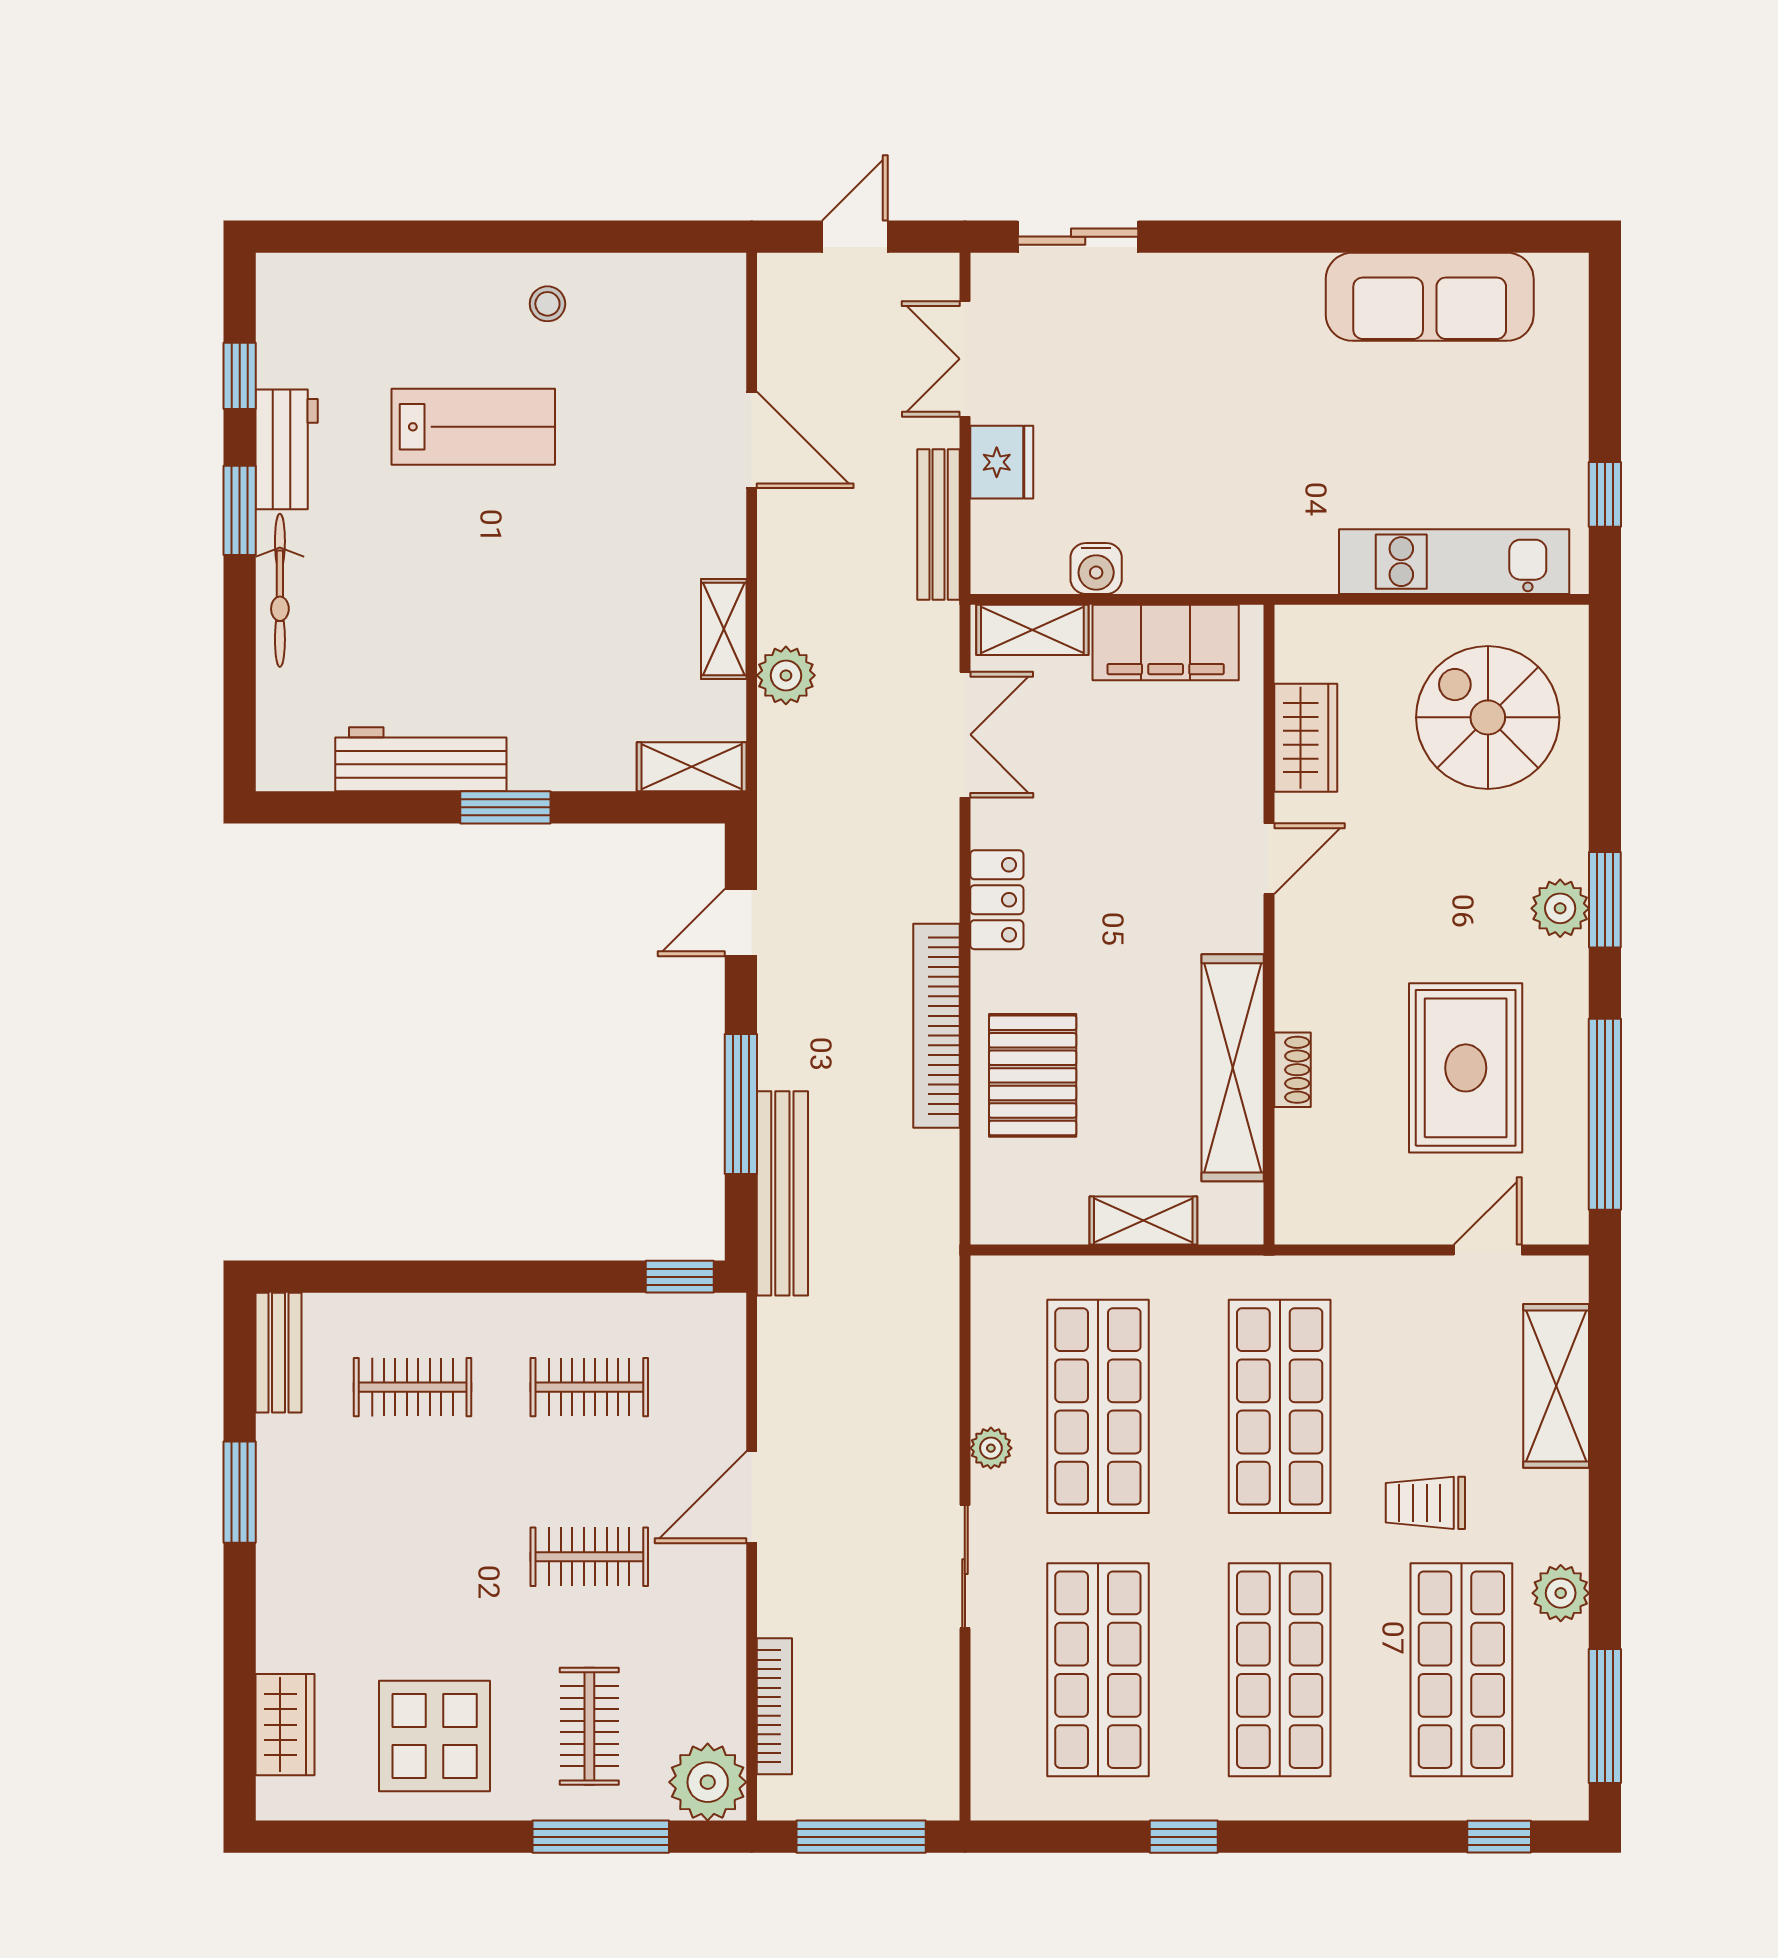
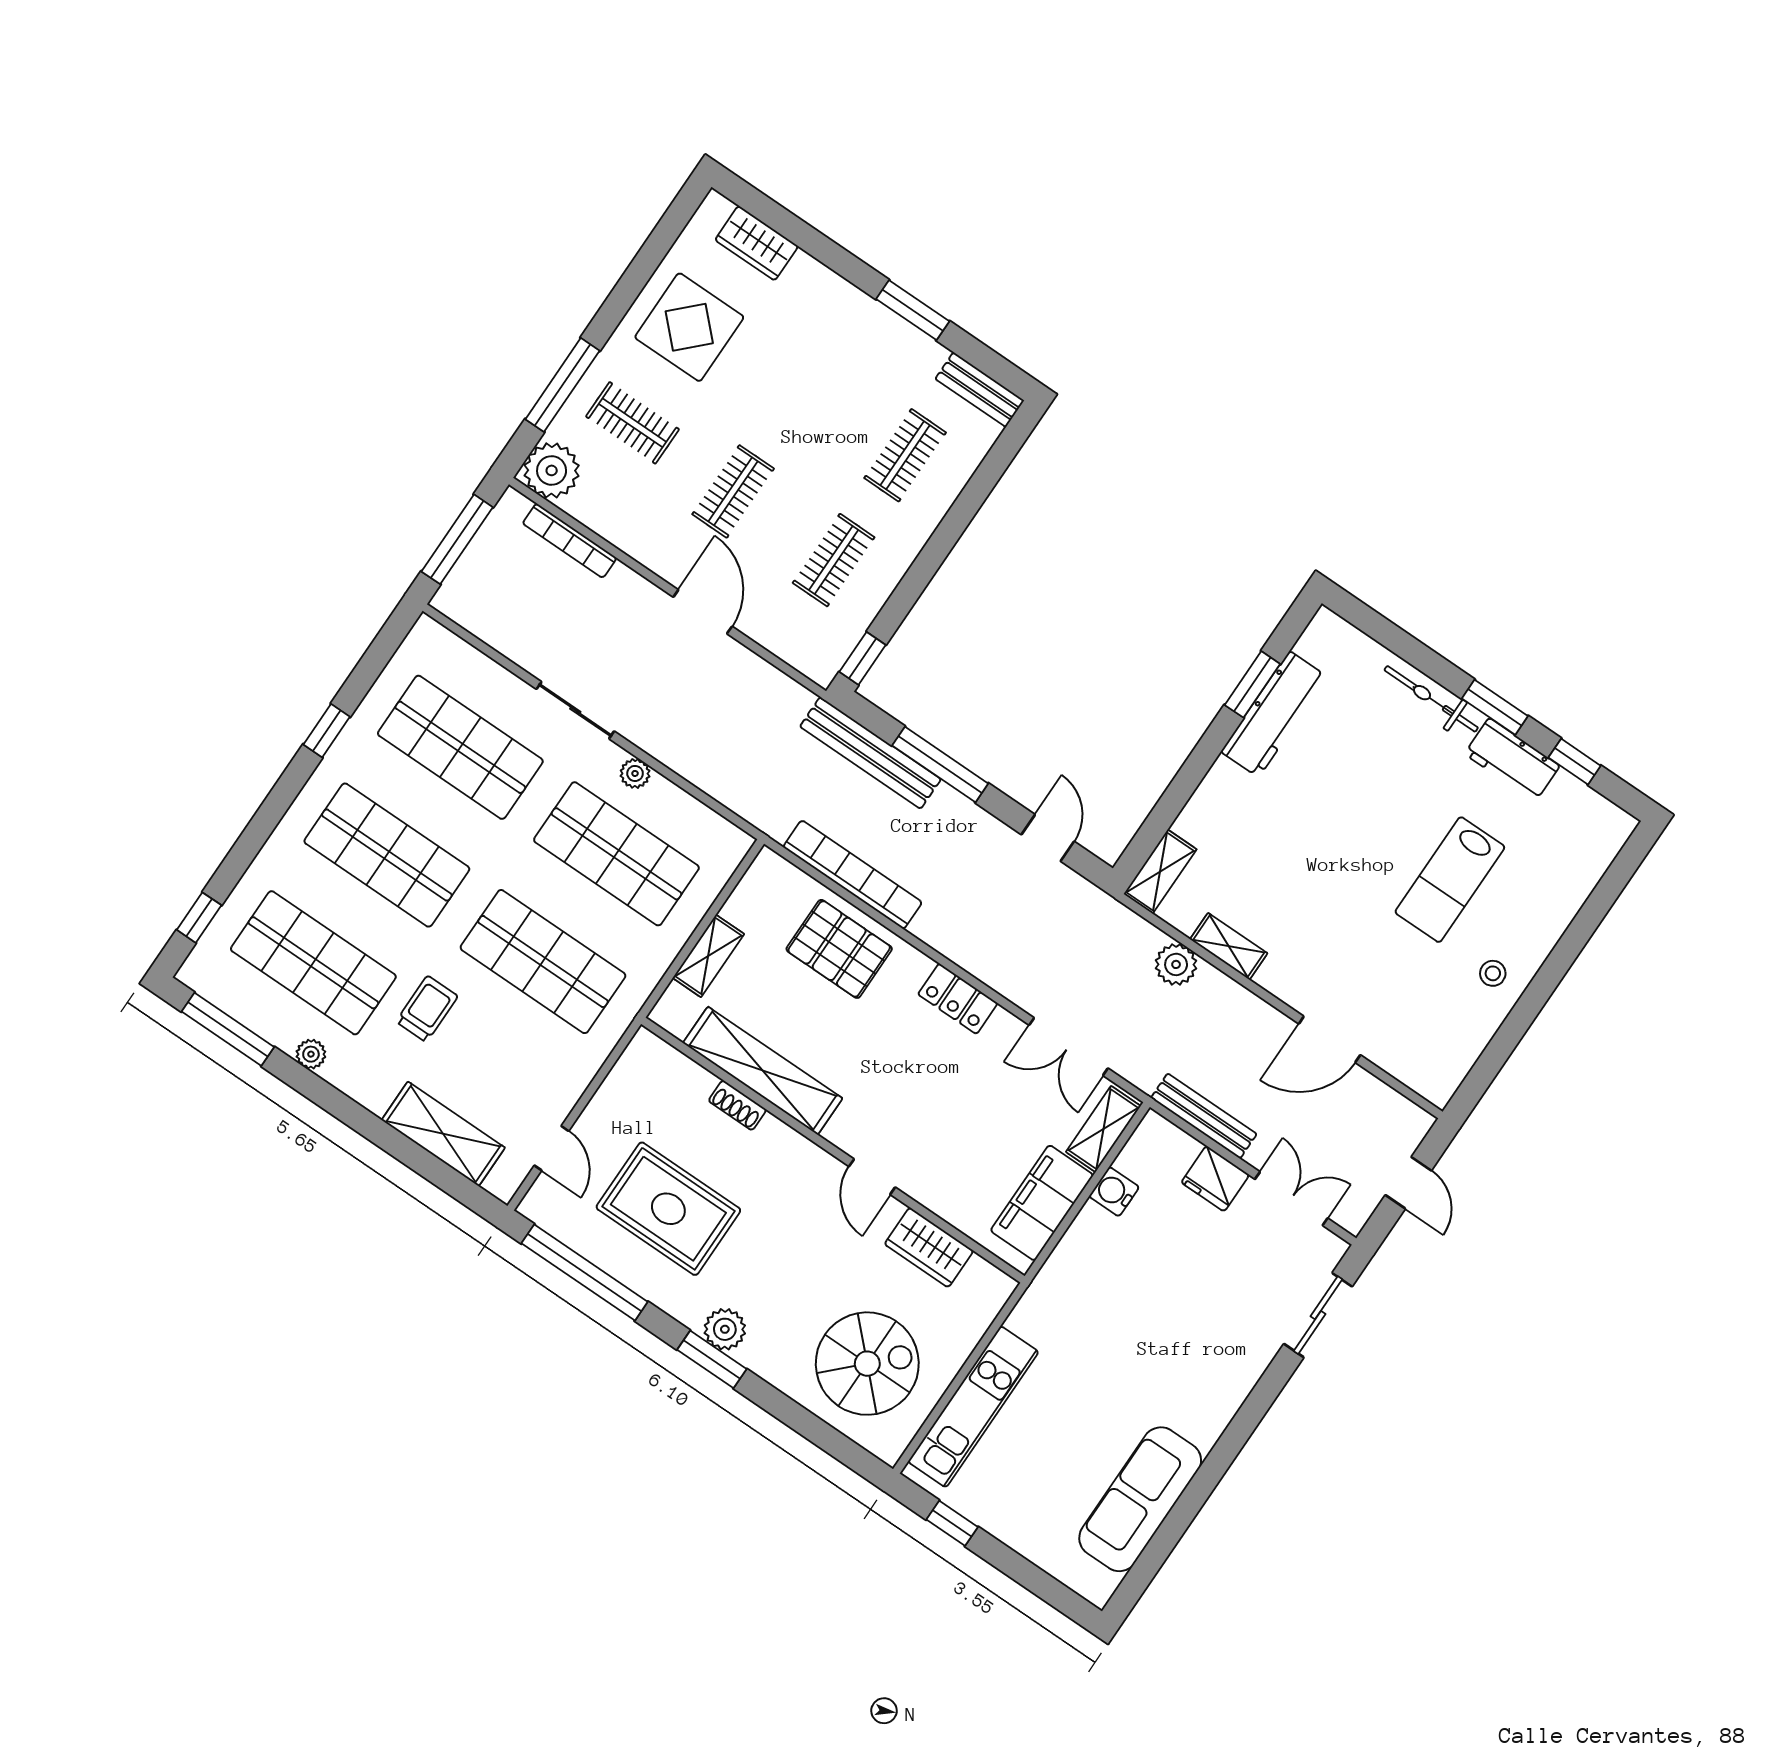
window: (505, 807) -> (1252, 684), moved
bookcase: (936, 1026) -> (853, 875), moved
plant: (1561, 1593) -> (311, 1054), width x0.73, depth x0.73

